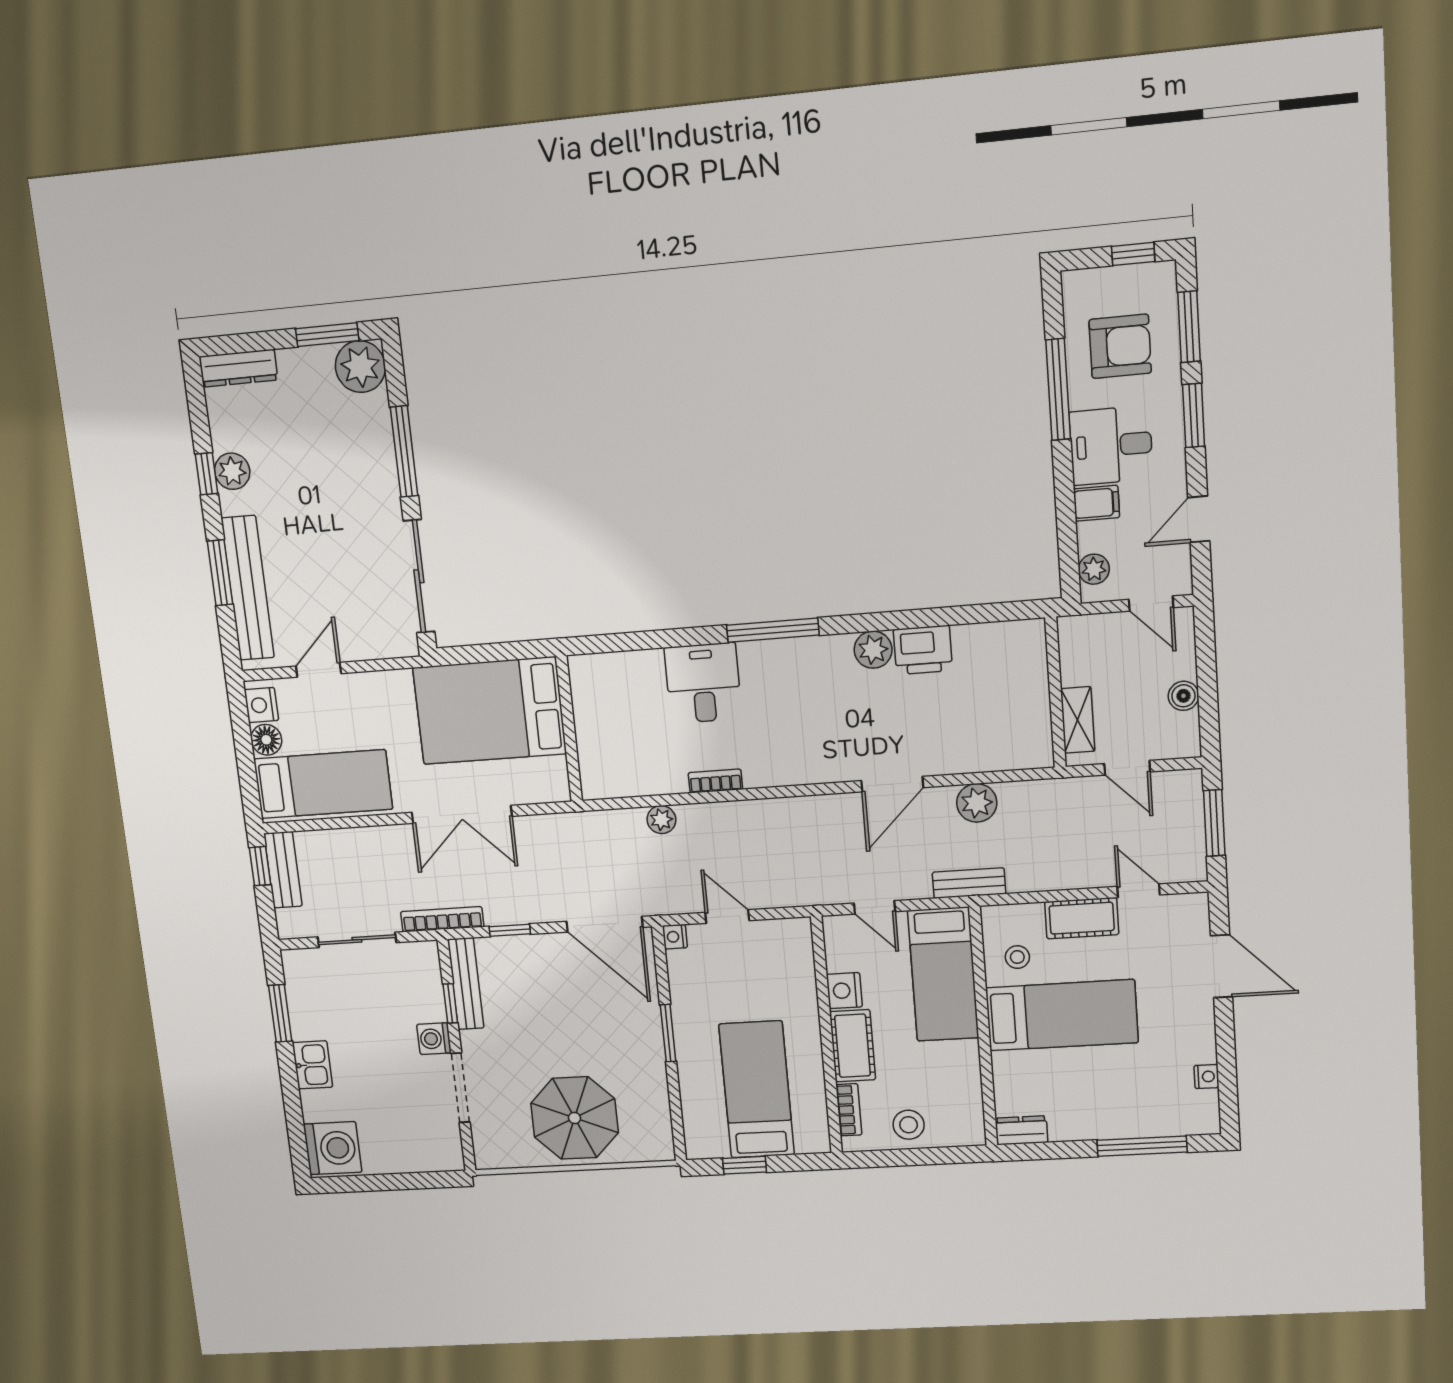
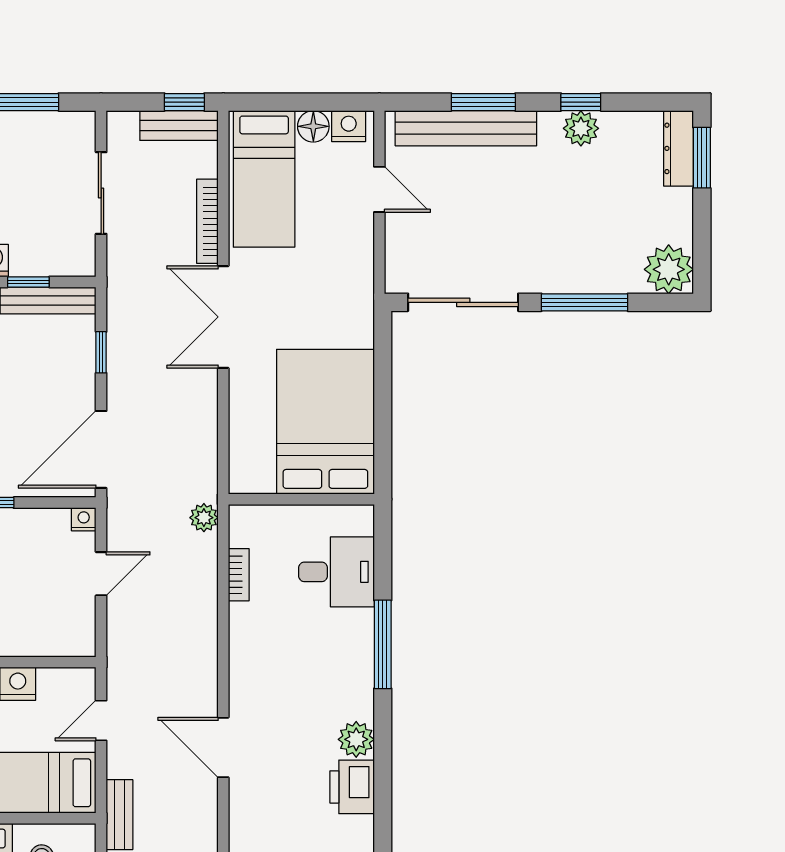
window: (327, 335) -> (702, 158), moved
bed: (490, 711) -> (325, 422), moved
wall: (569, 729) -> (301, 499), moved
plant: (977, 803) -> (199, 828), removed
bookcase: (442, 919) -> (207, 221), moved, turned 180

